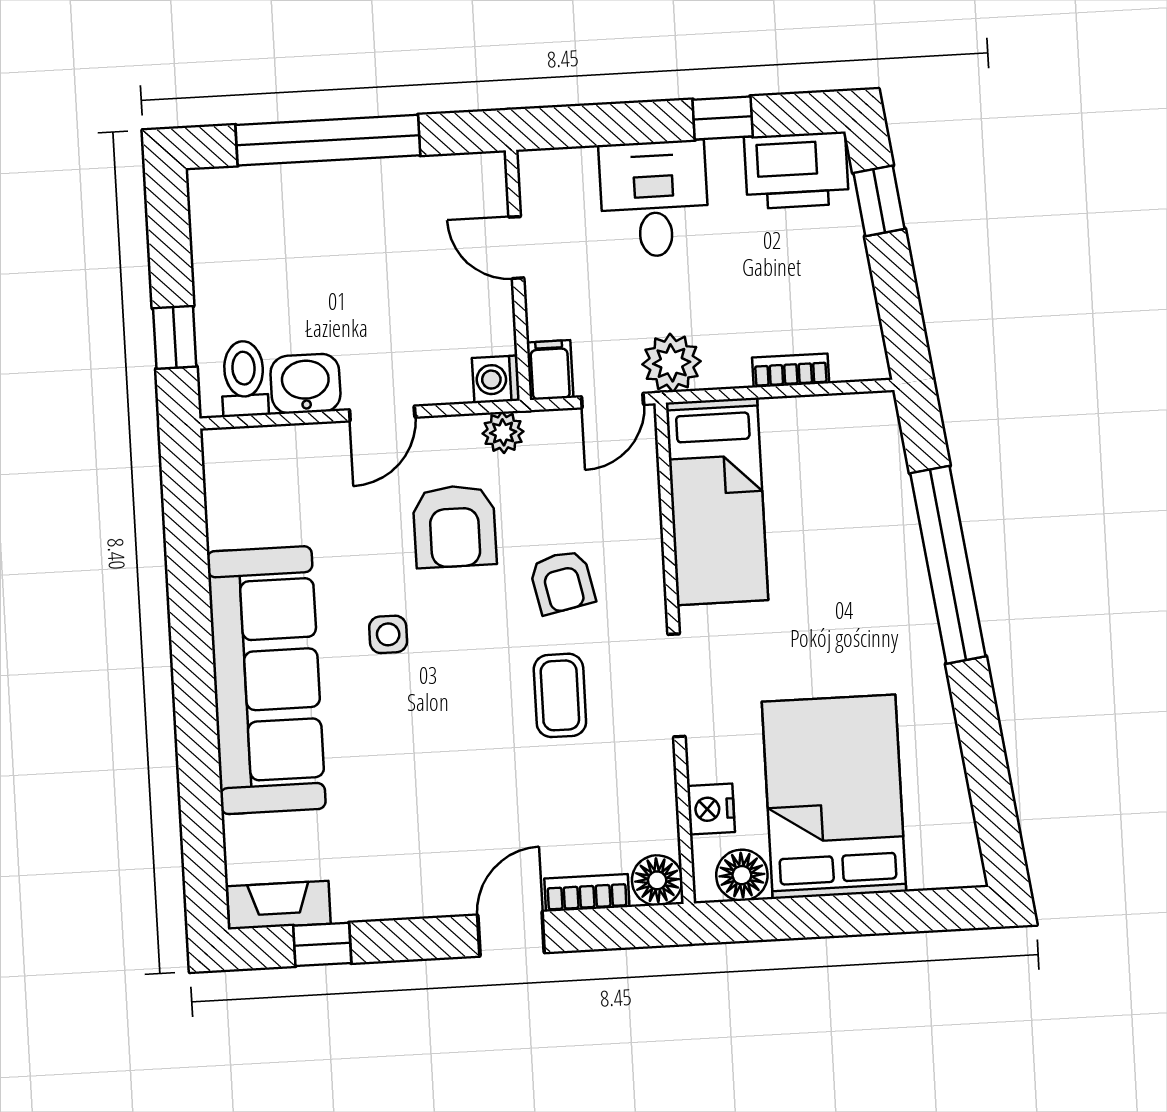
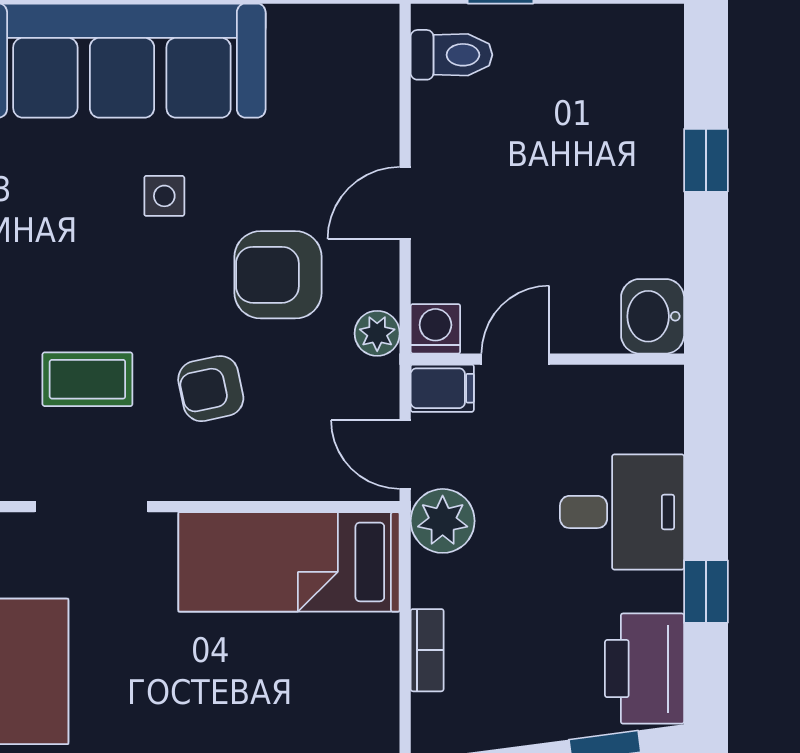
window: (328, 140) -> (706, 160), width x0.32
door: (516, 248) -> (515, 359), moved
washbasin: (305, 384) -> (653, 316), moved, turned 180
door: (382, 413) -> (405, 203), hinge flipped

